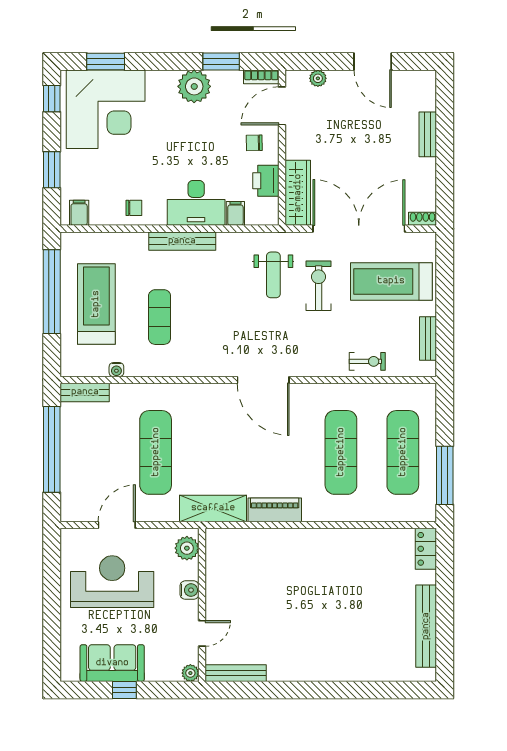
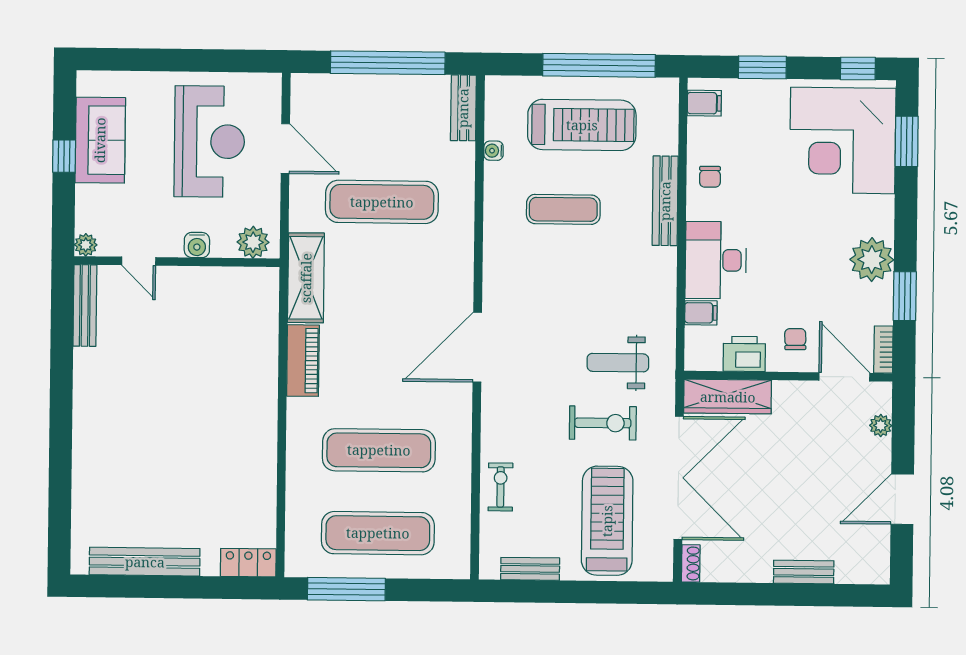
bench: (182, 241) -> (665, 201), moved
exercise bike: (367, 361) -> (500, 487), turned 180

